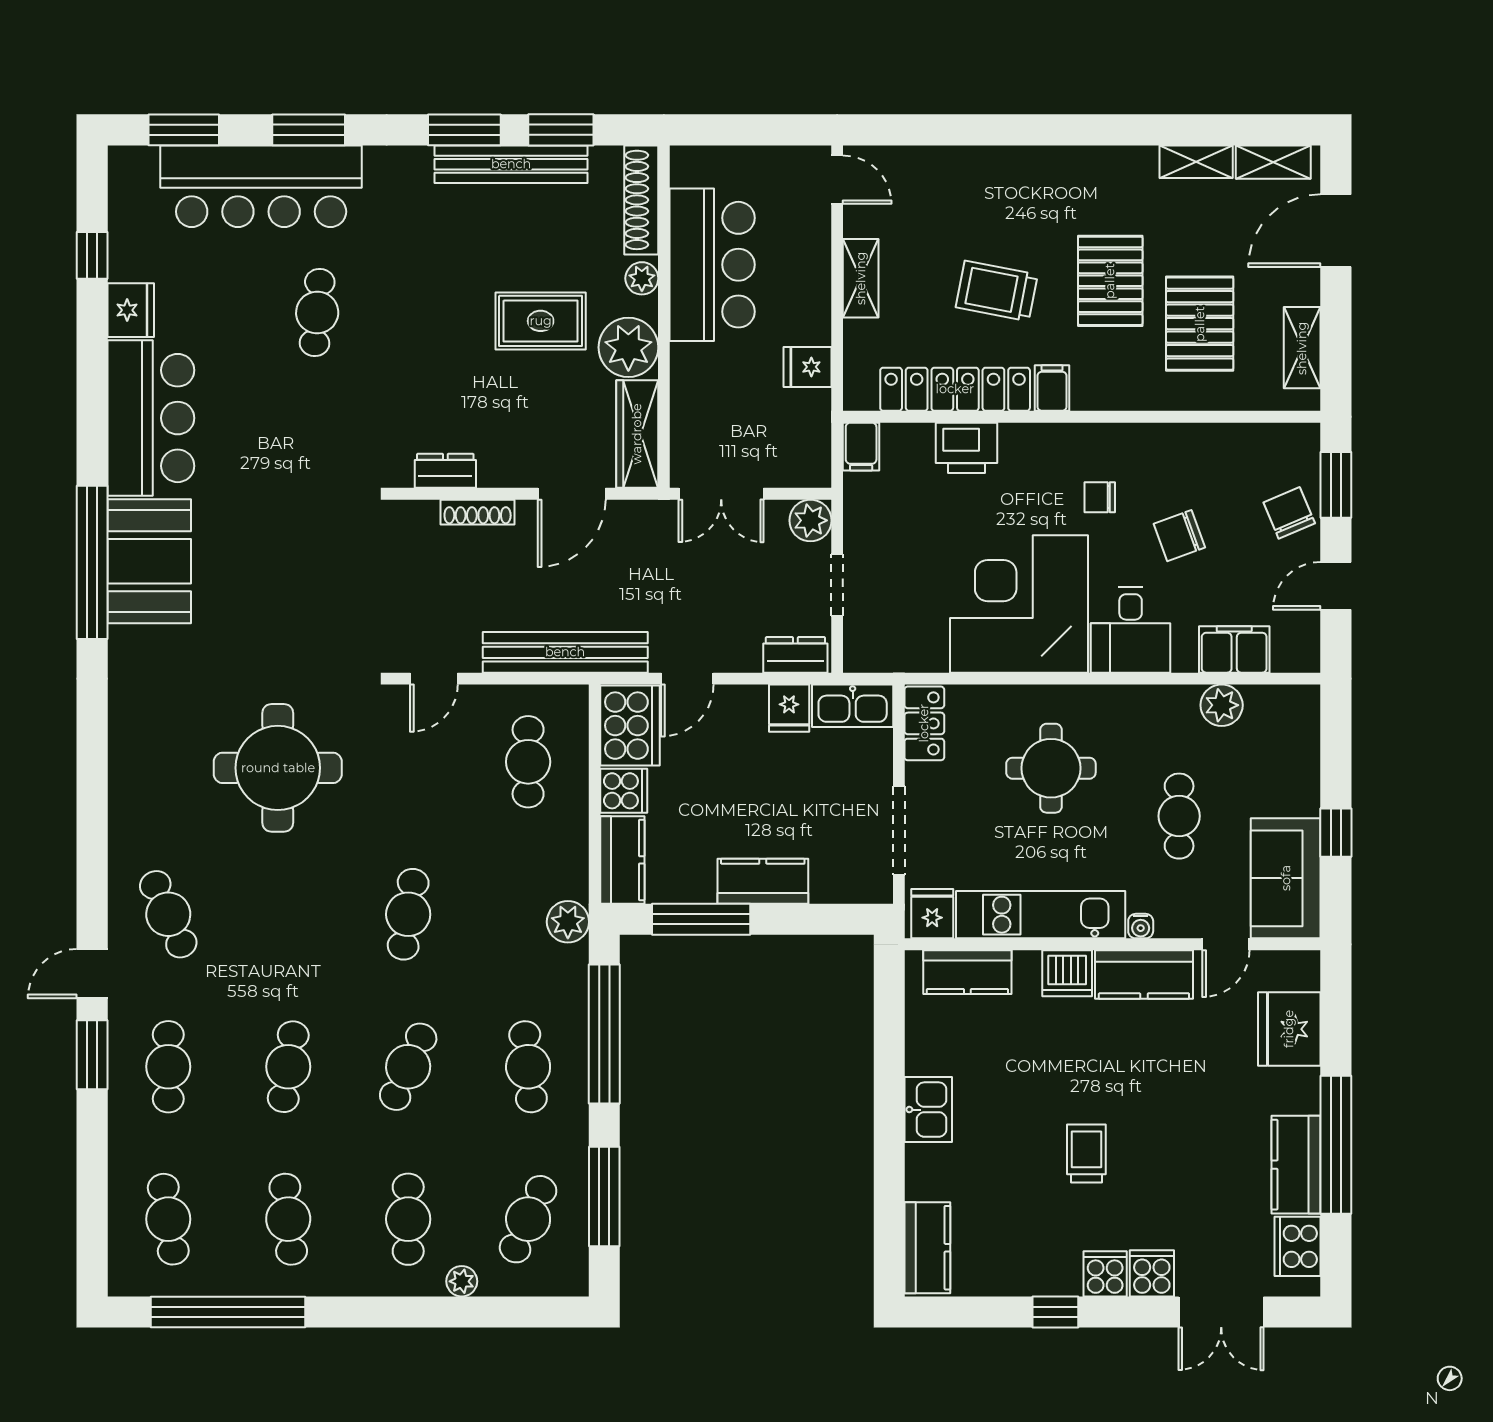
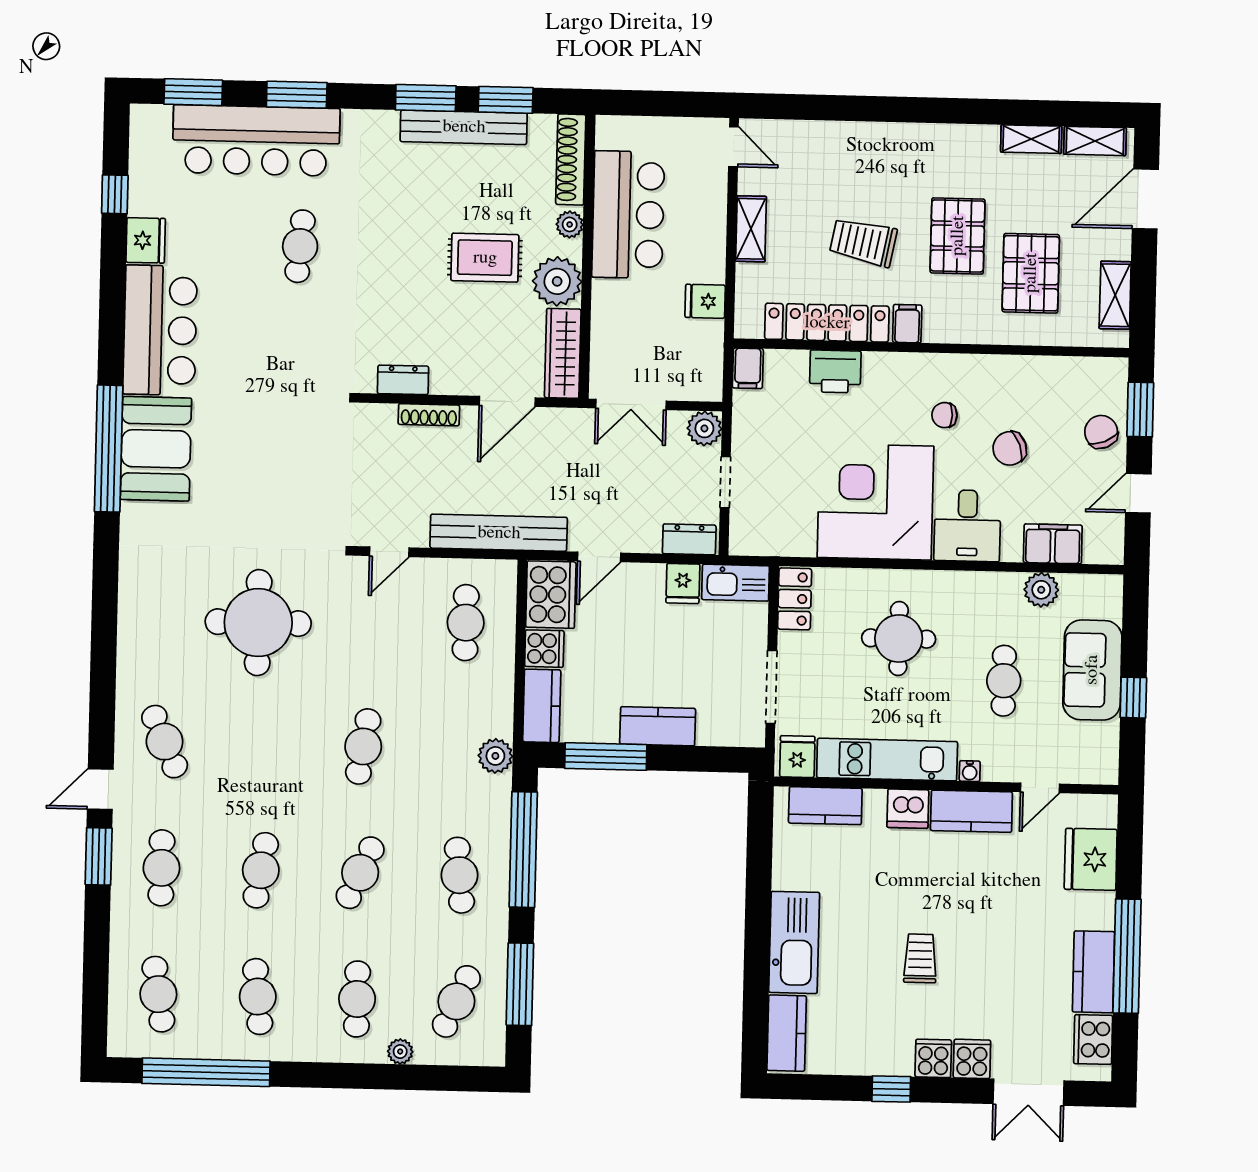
sofa: (1286, 878) -> (1092, 670), moved
kitchen sink: (928, 1110) -> (794, 942), width x1.87, depth x1.24

